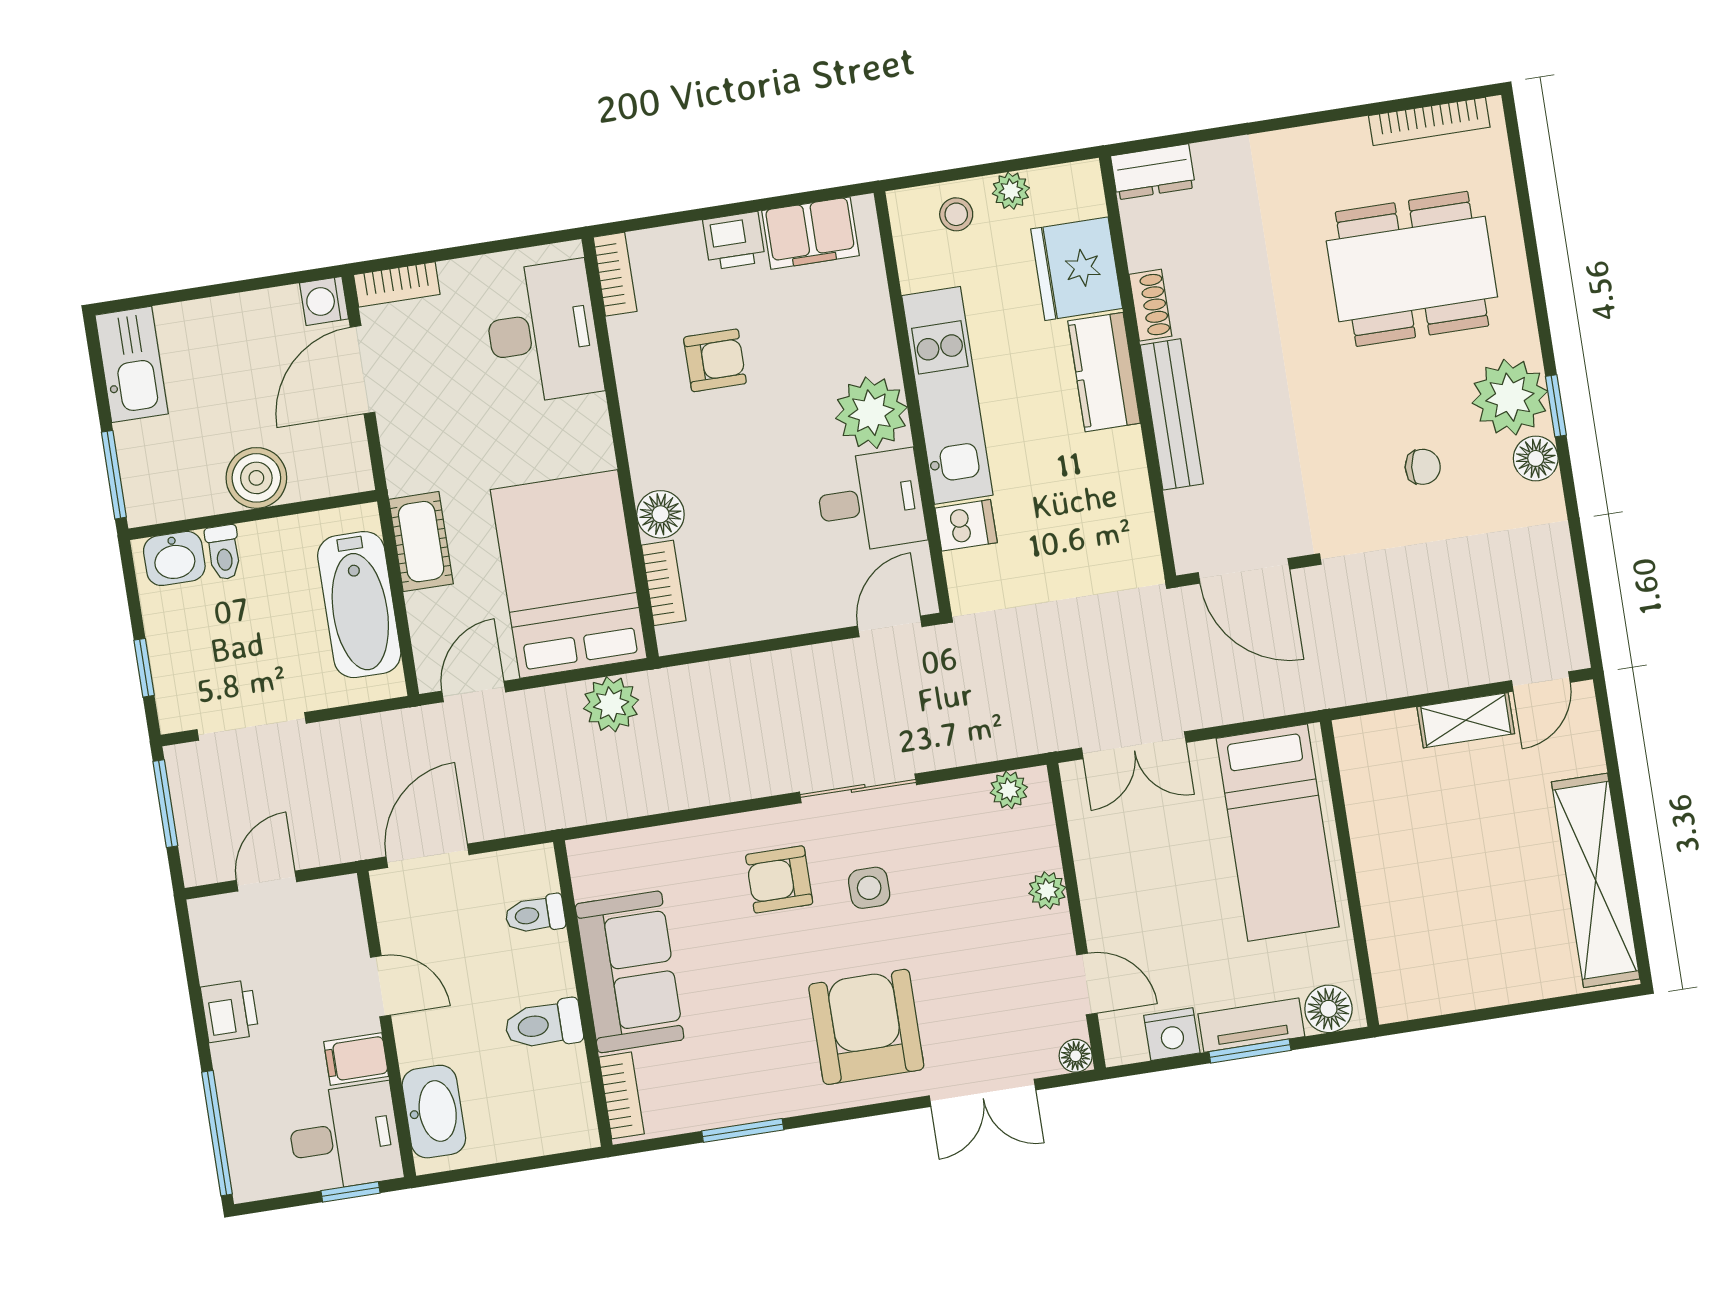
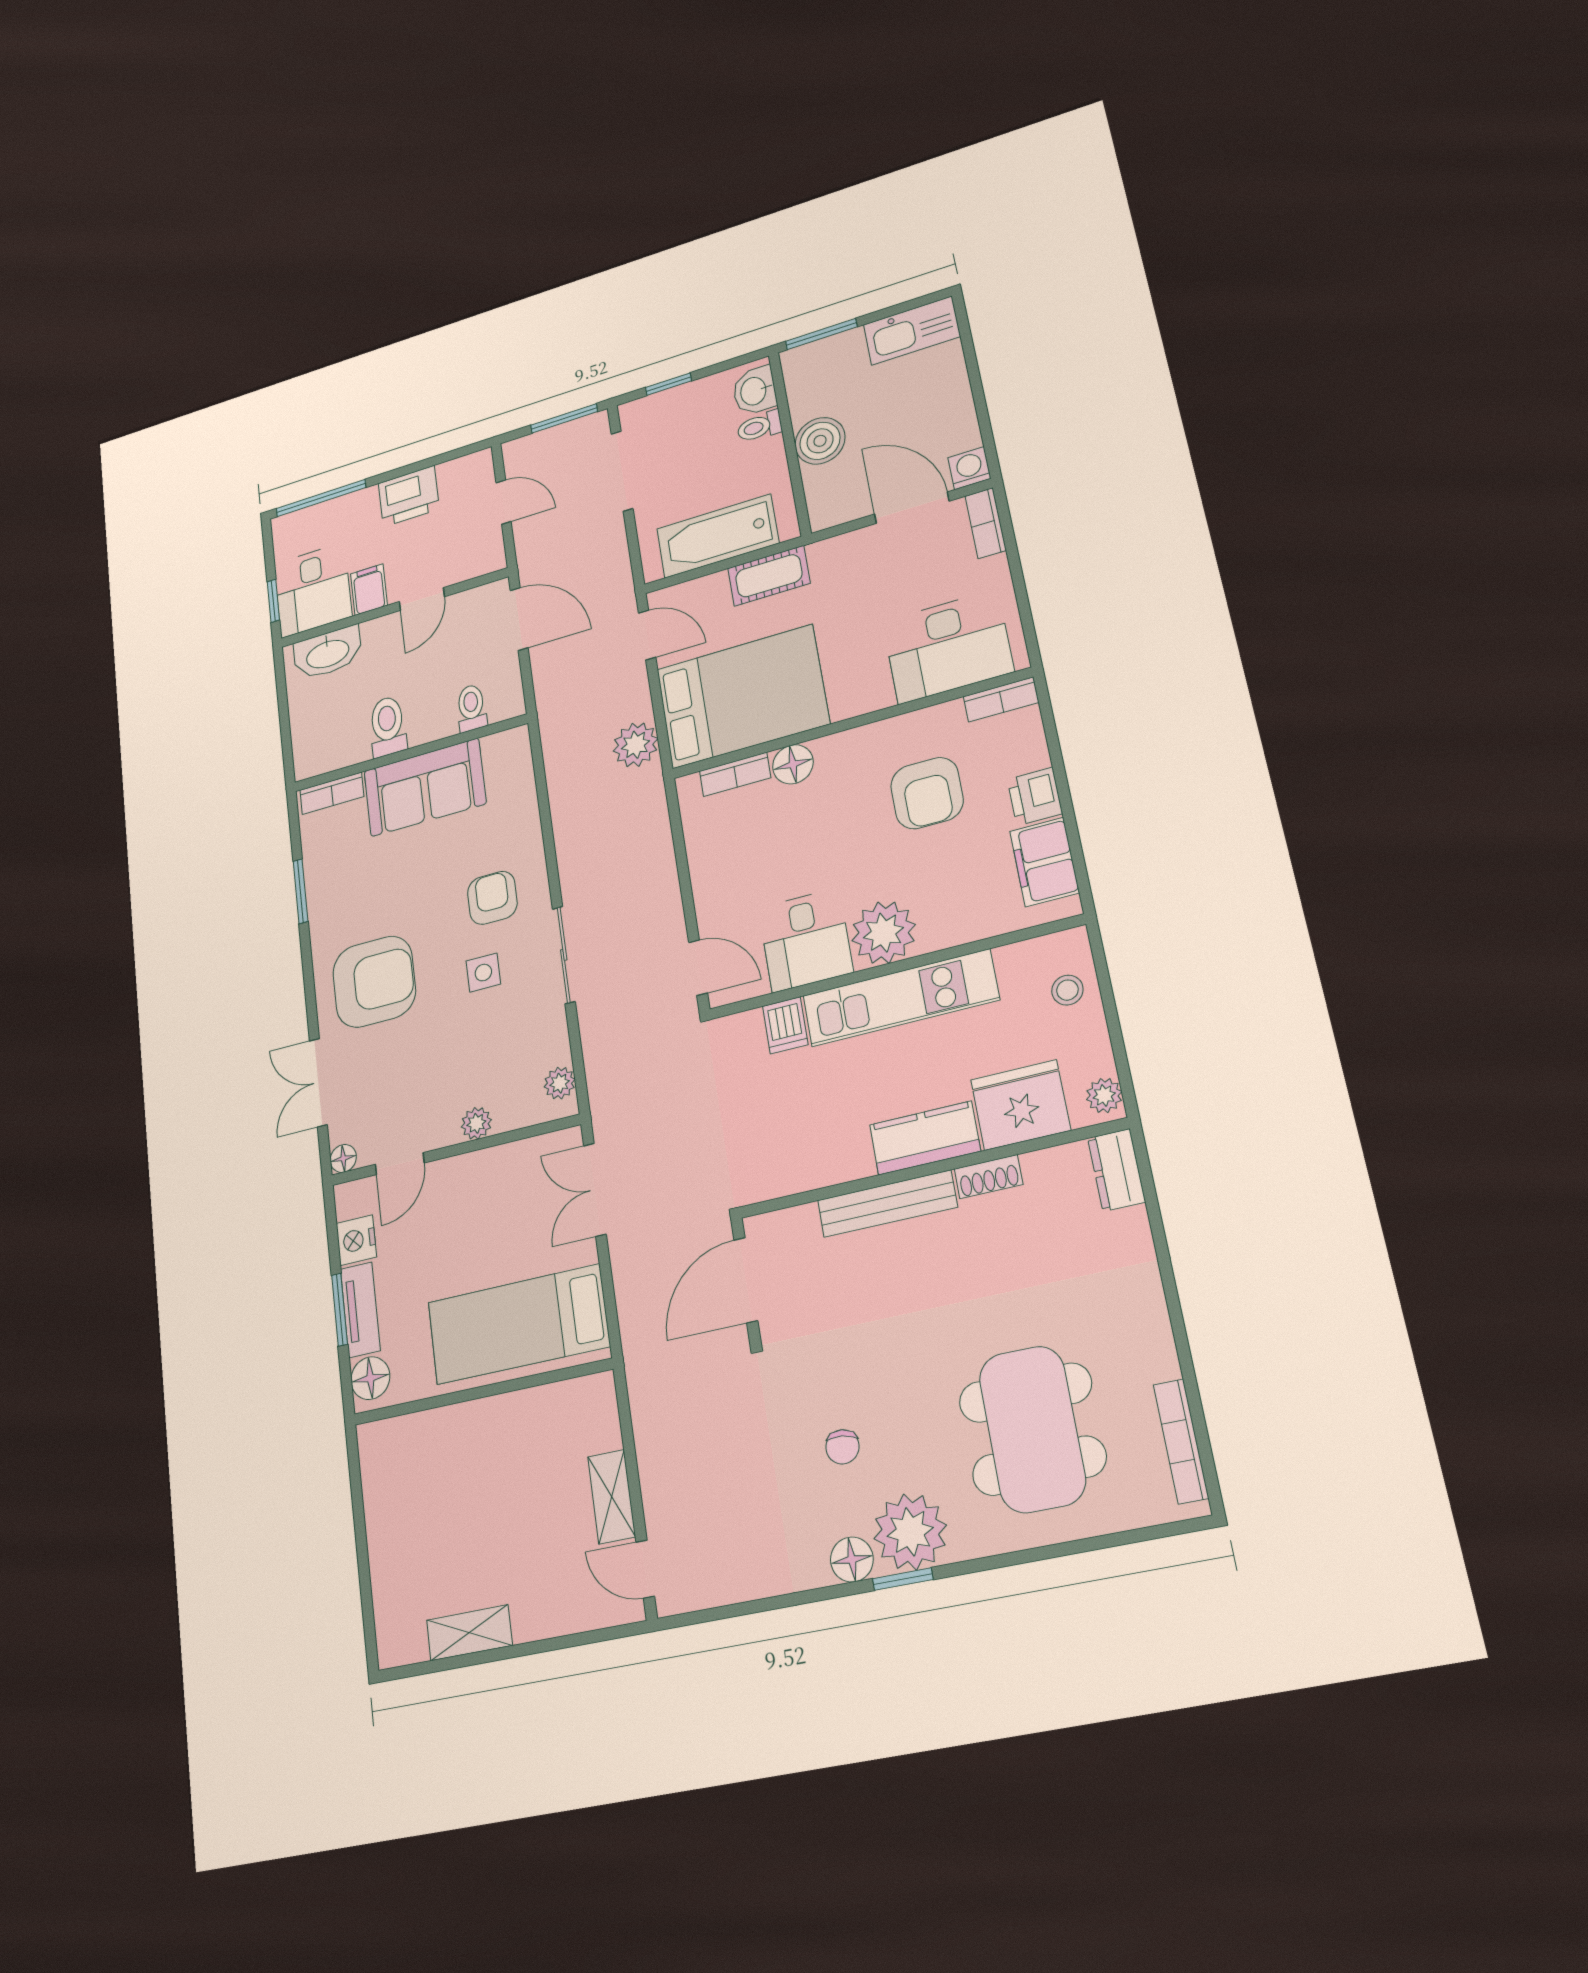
plant: (1011, 191) -> (1104, 1095), moved
armchair: (715, 360) -> (927, 793), width x1.38, depth x1.38
shelving: (1596, 880) -> (469, 1633), width x0.45, depth x0.75
printer: (230, 1011) -> (409, 496), width x1.36, depth x1.24

